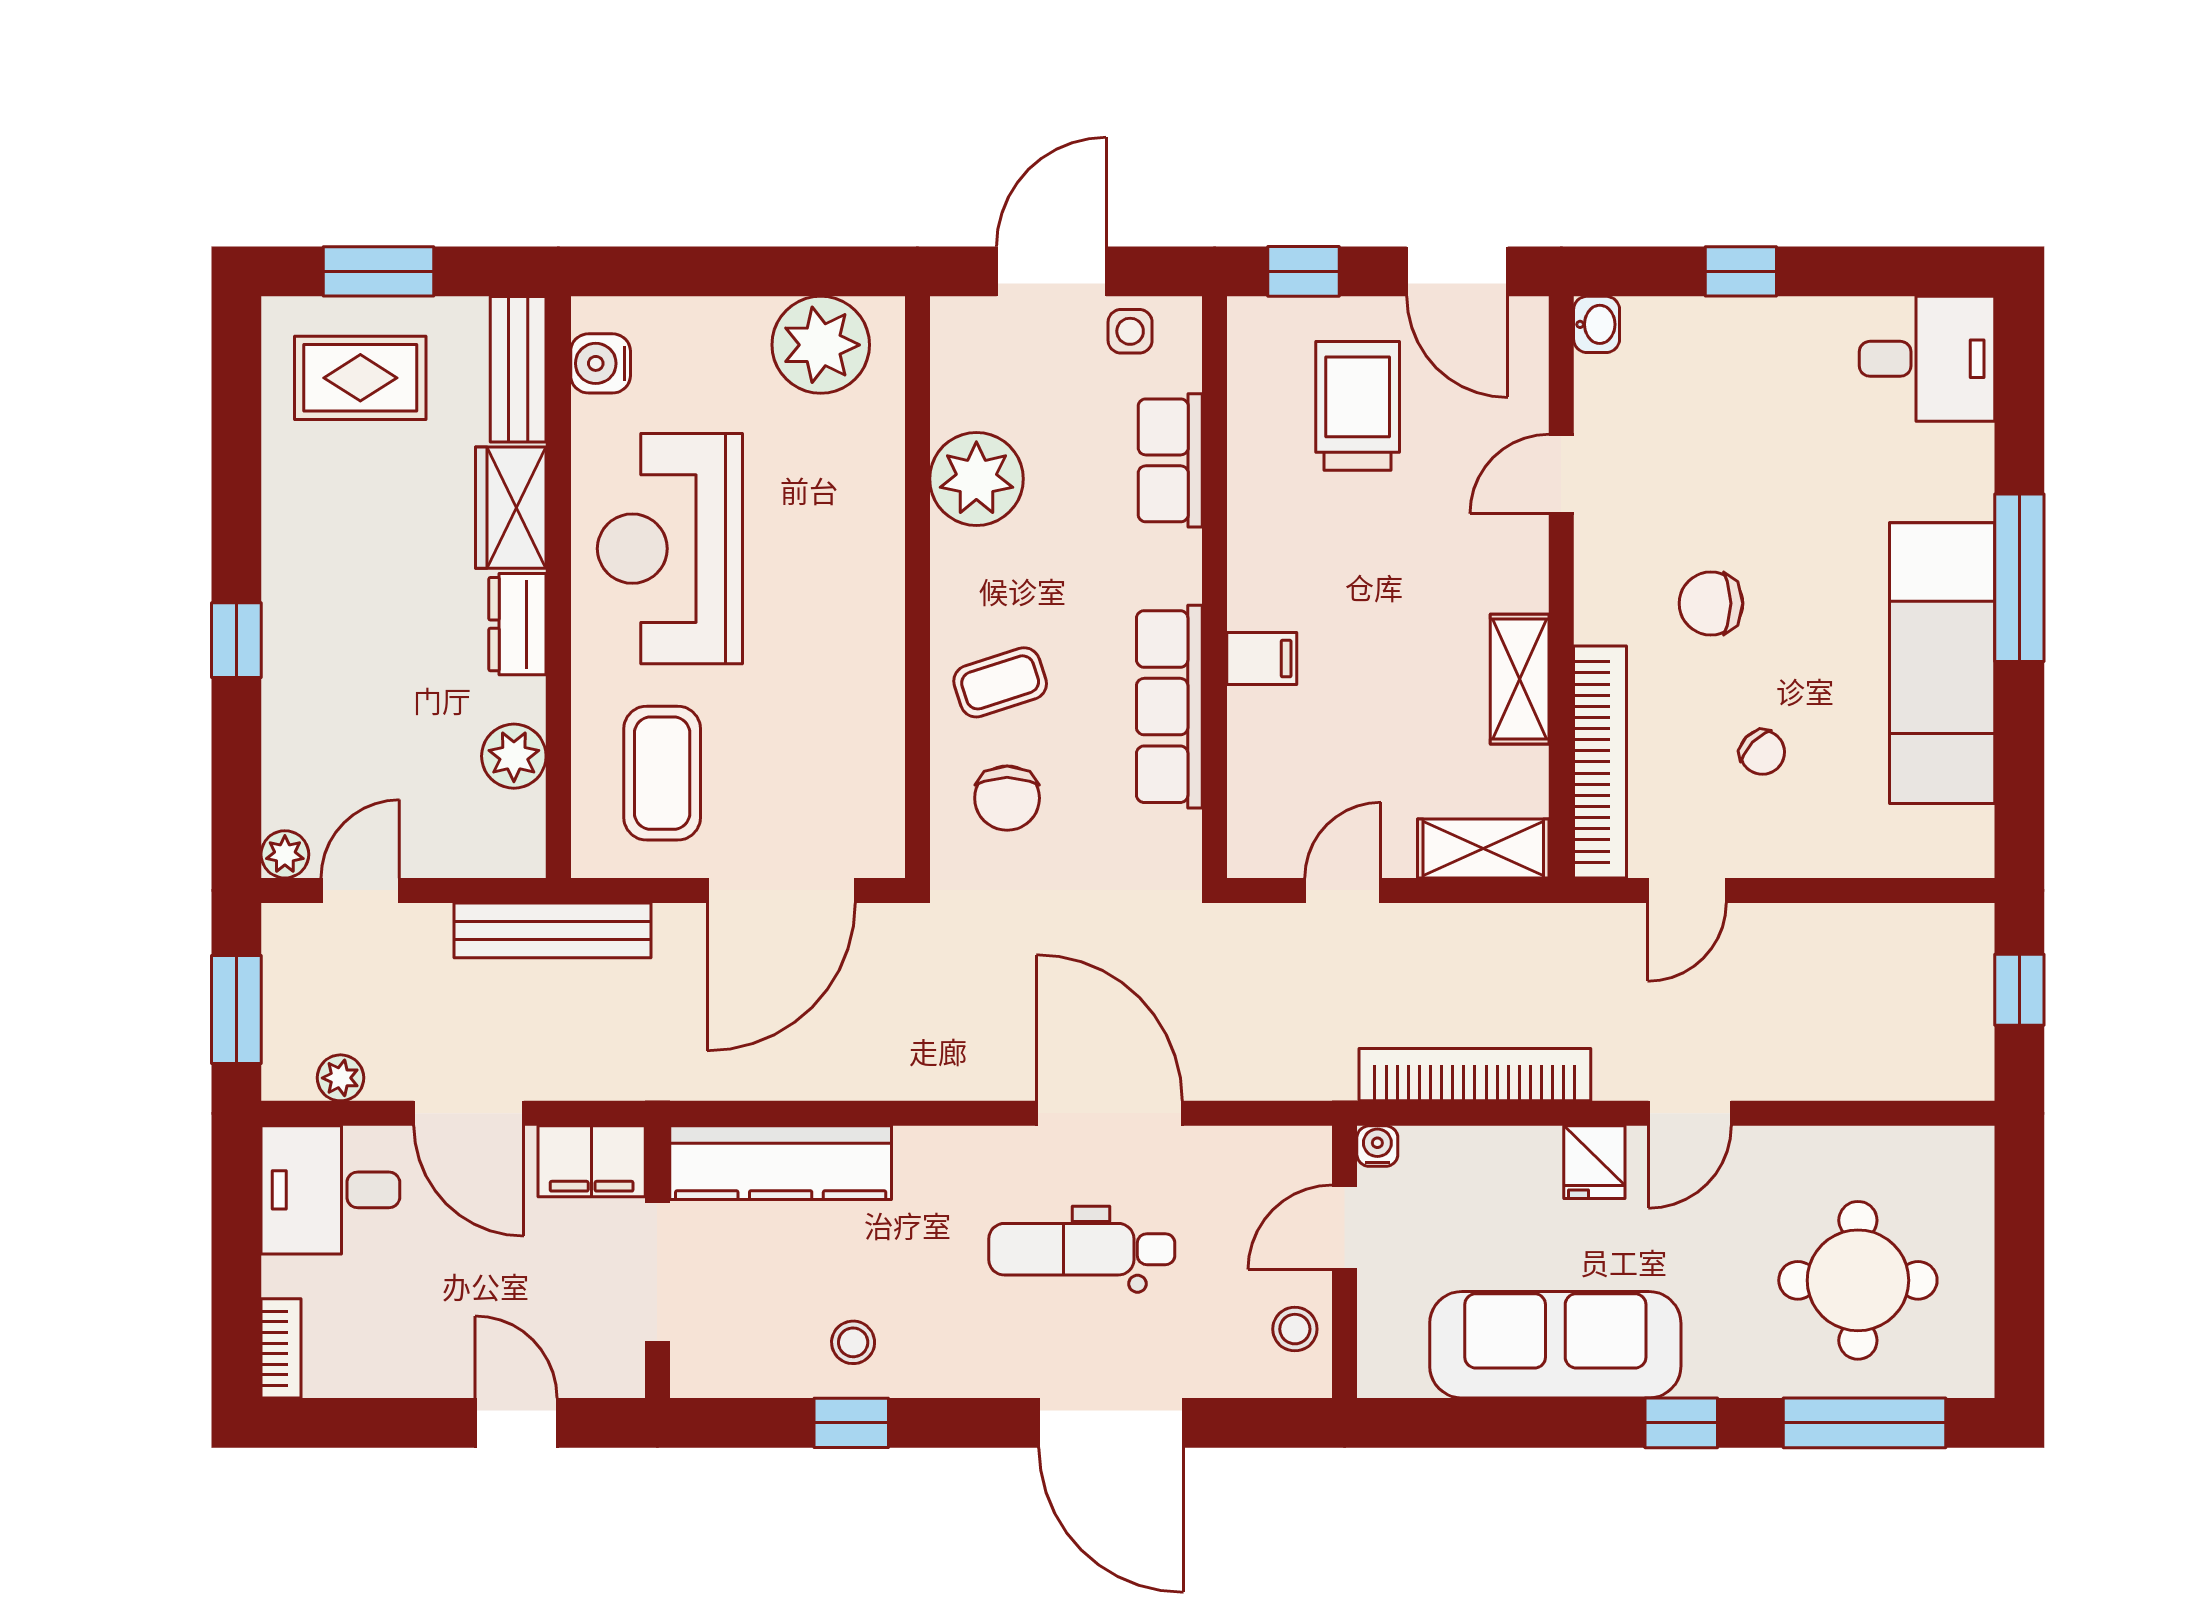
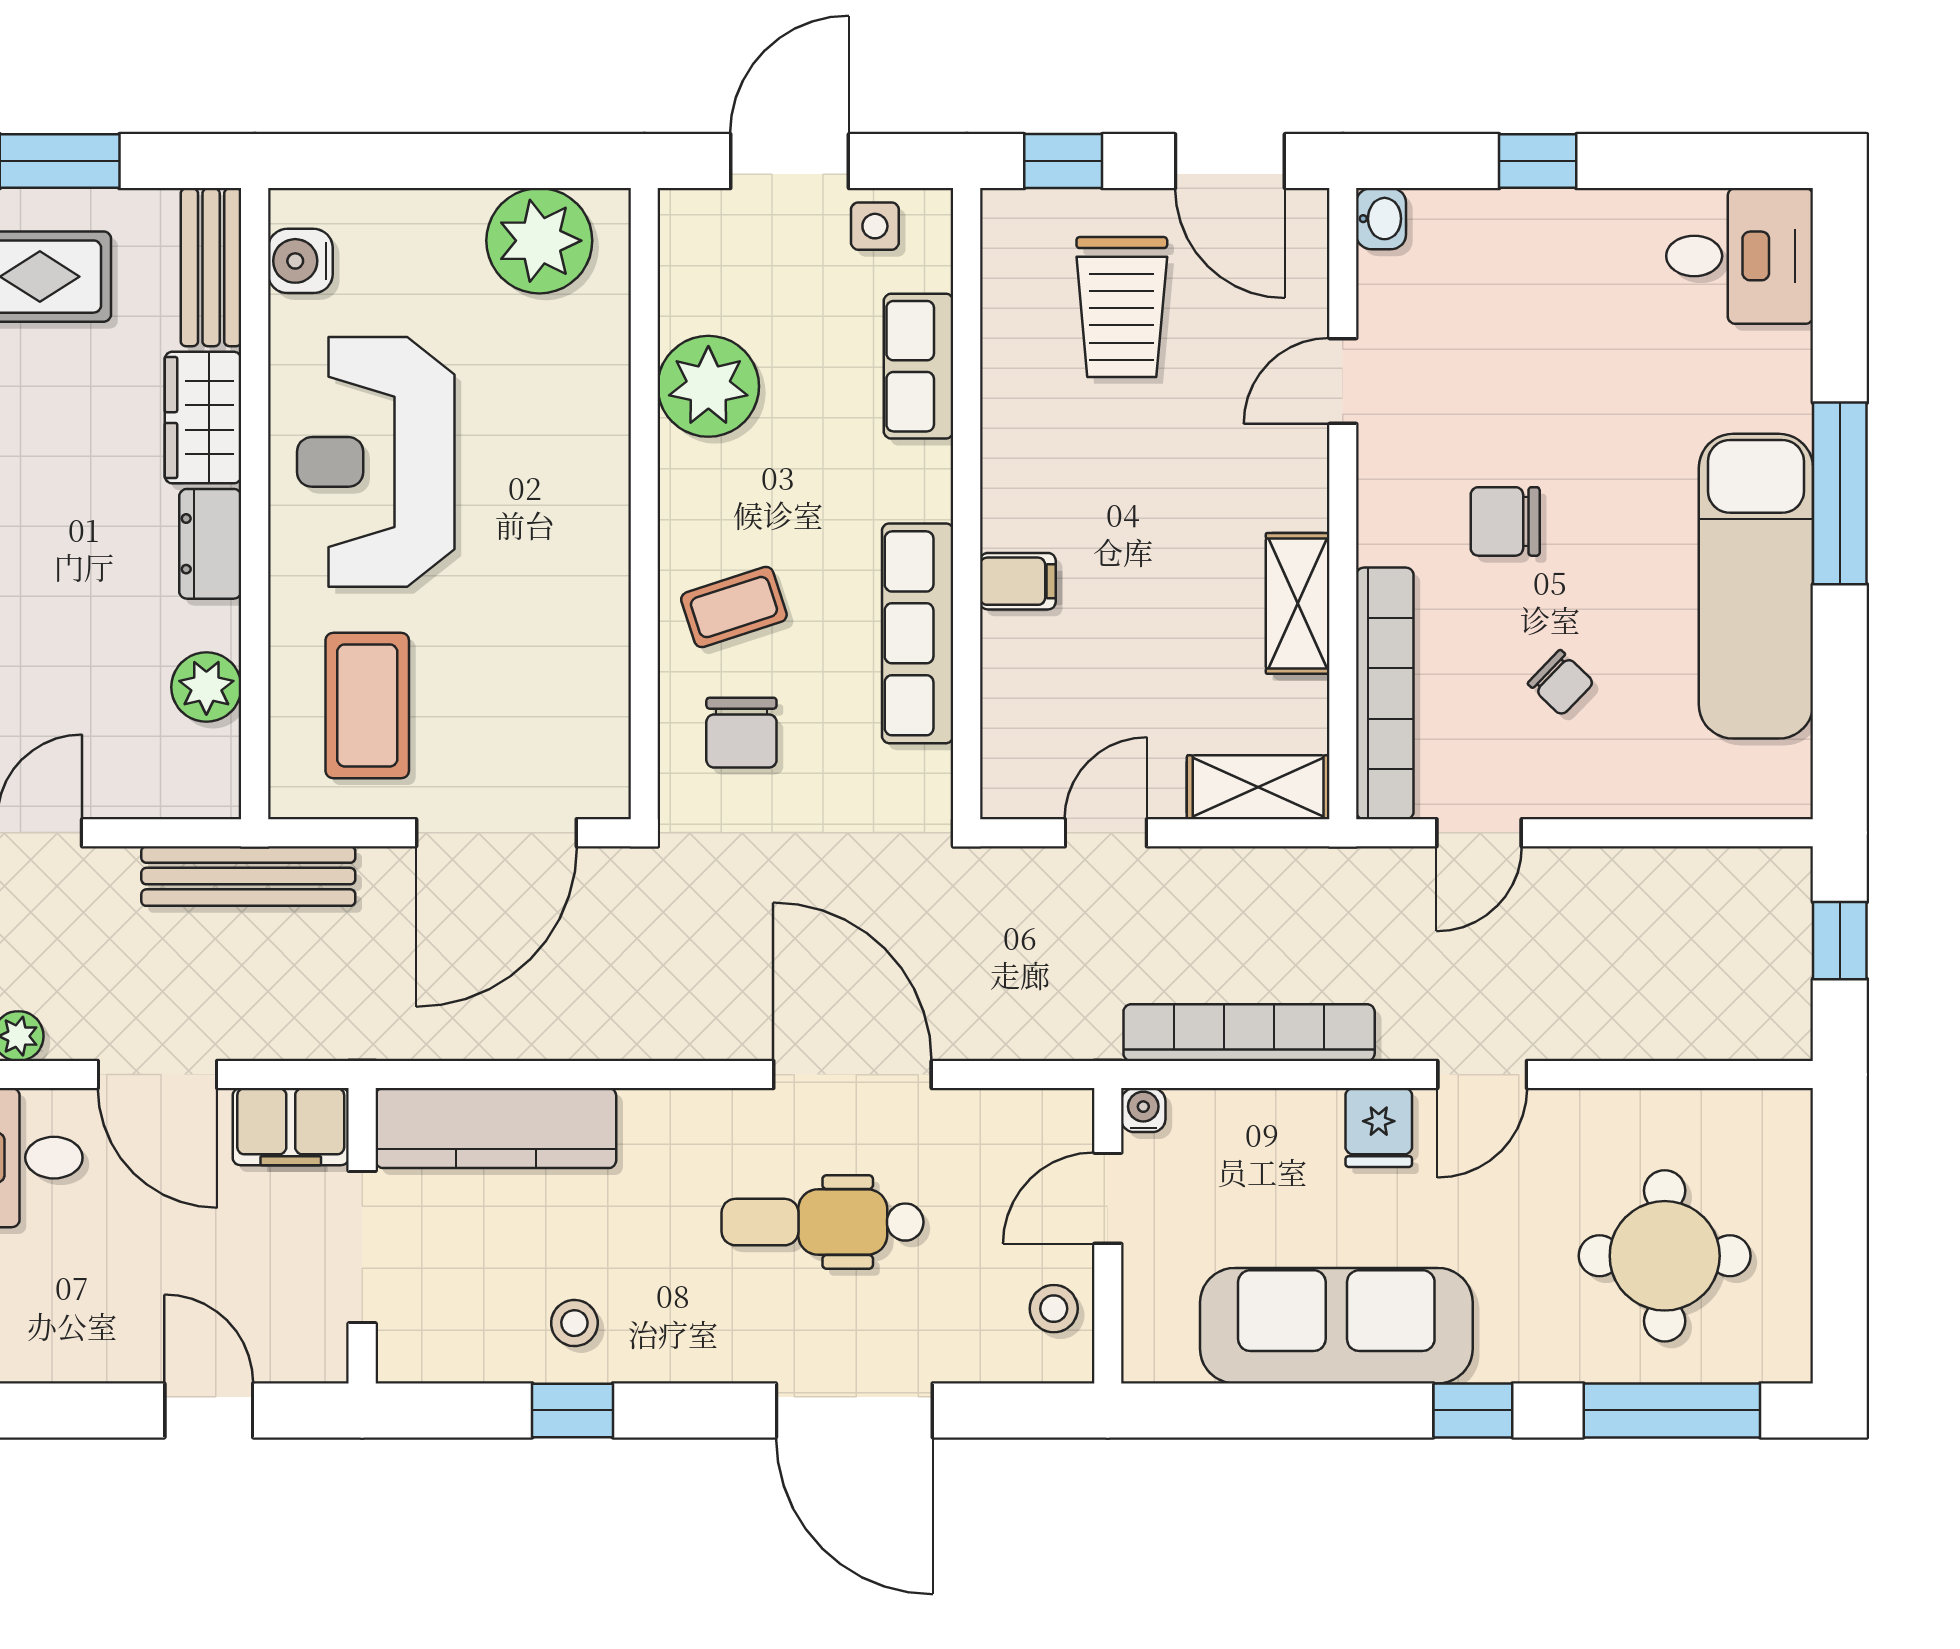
trolley: (1358, 406) -> (1122, 307), turned 180

